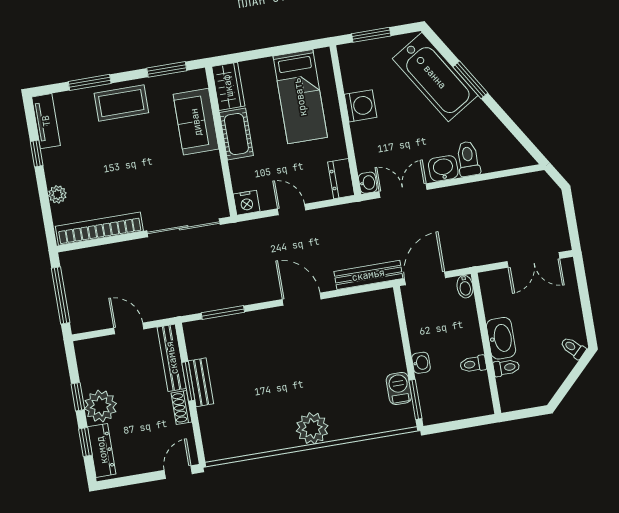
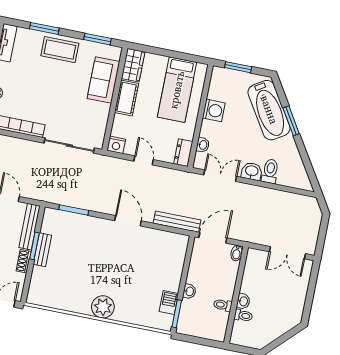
washbasin: (368, 183) -> (203, 145), moved
washbasin: (501, 338) -> (243, 301), width x0.52, depth x0.69
toilet: (573, 348) -> (291, 319), removed

